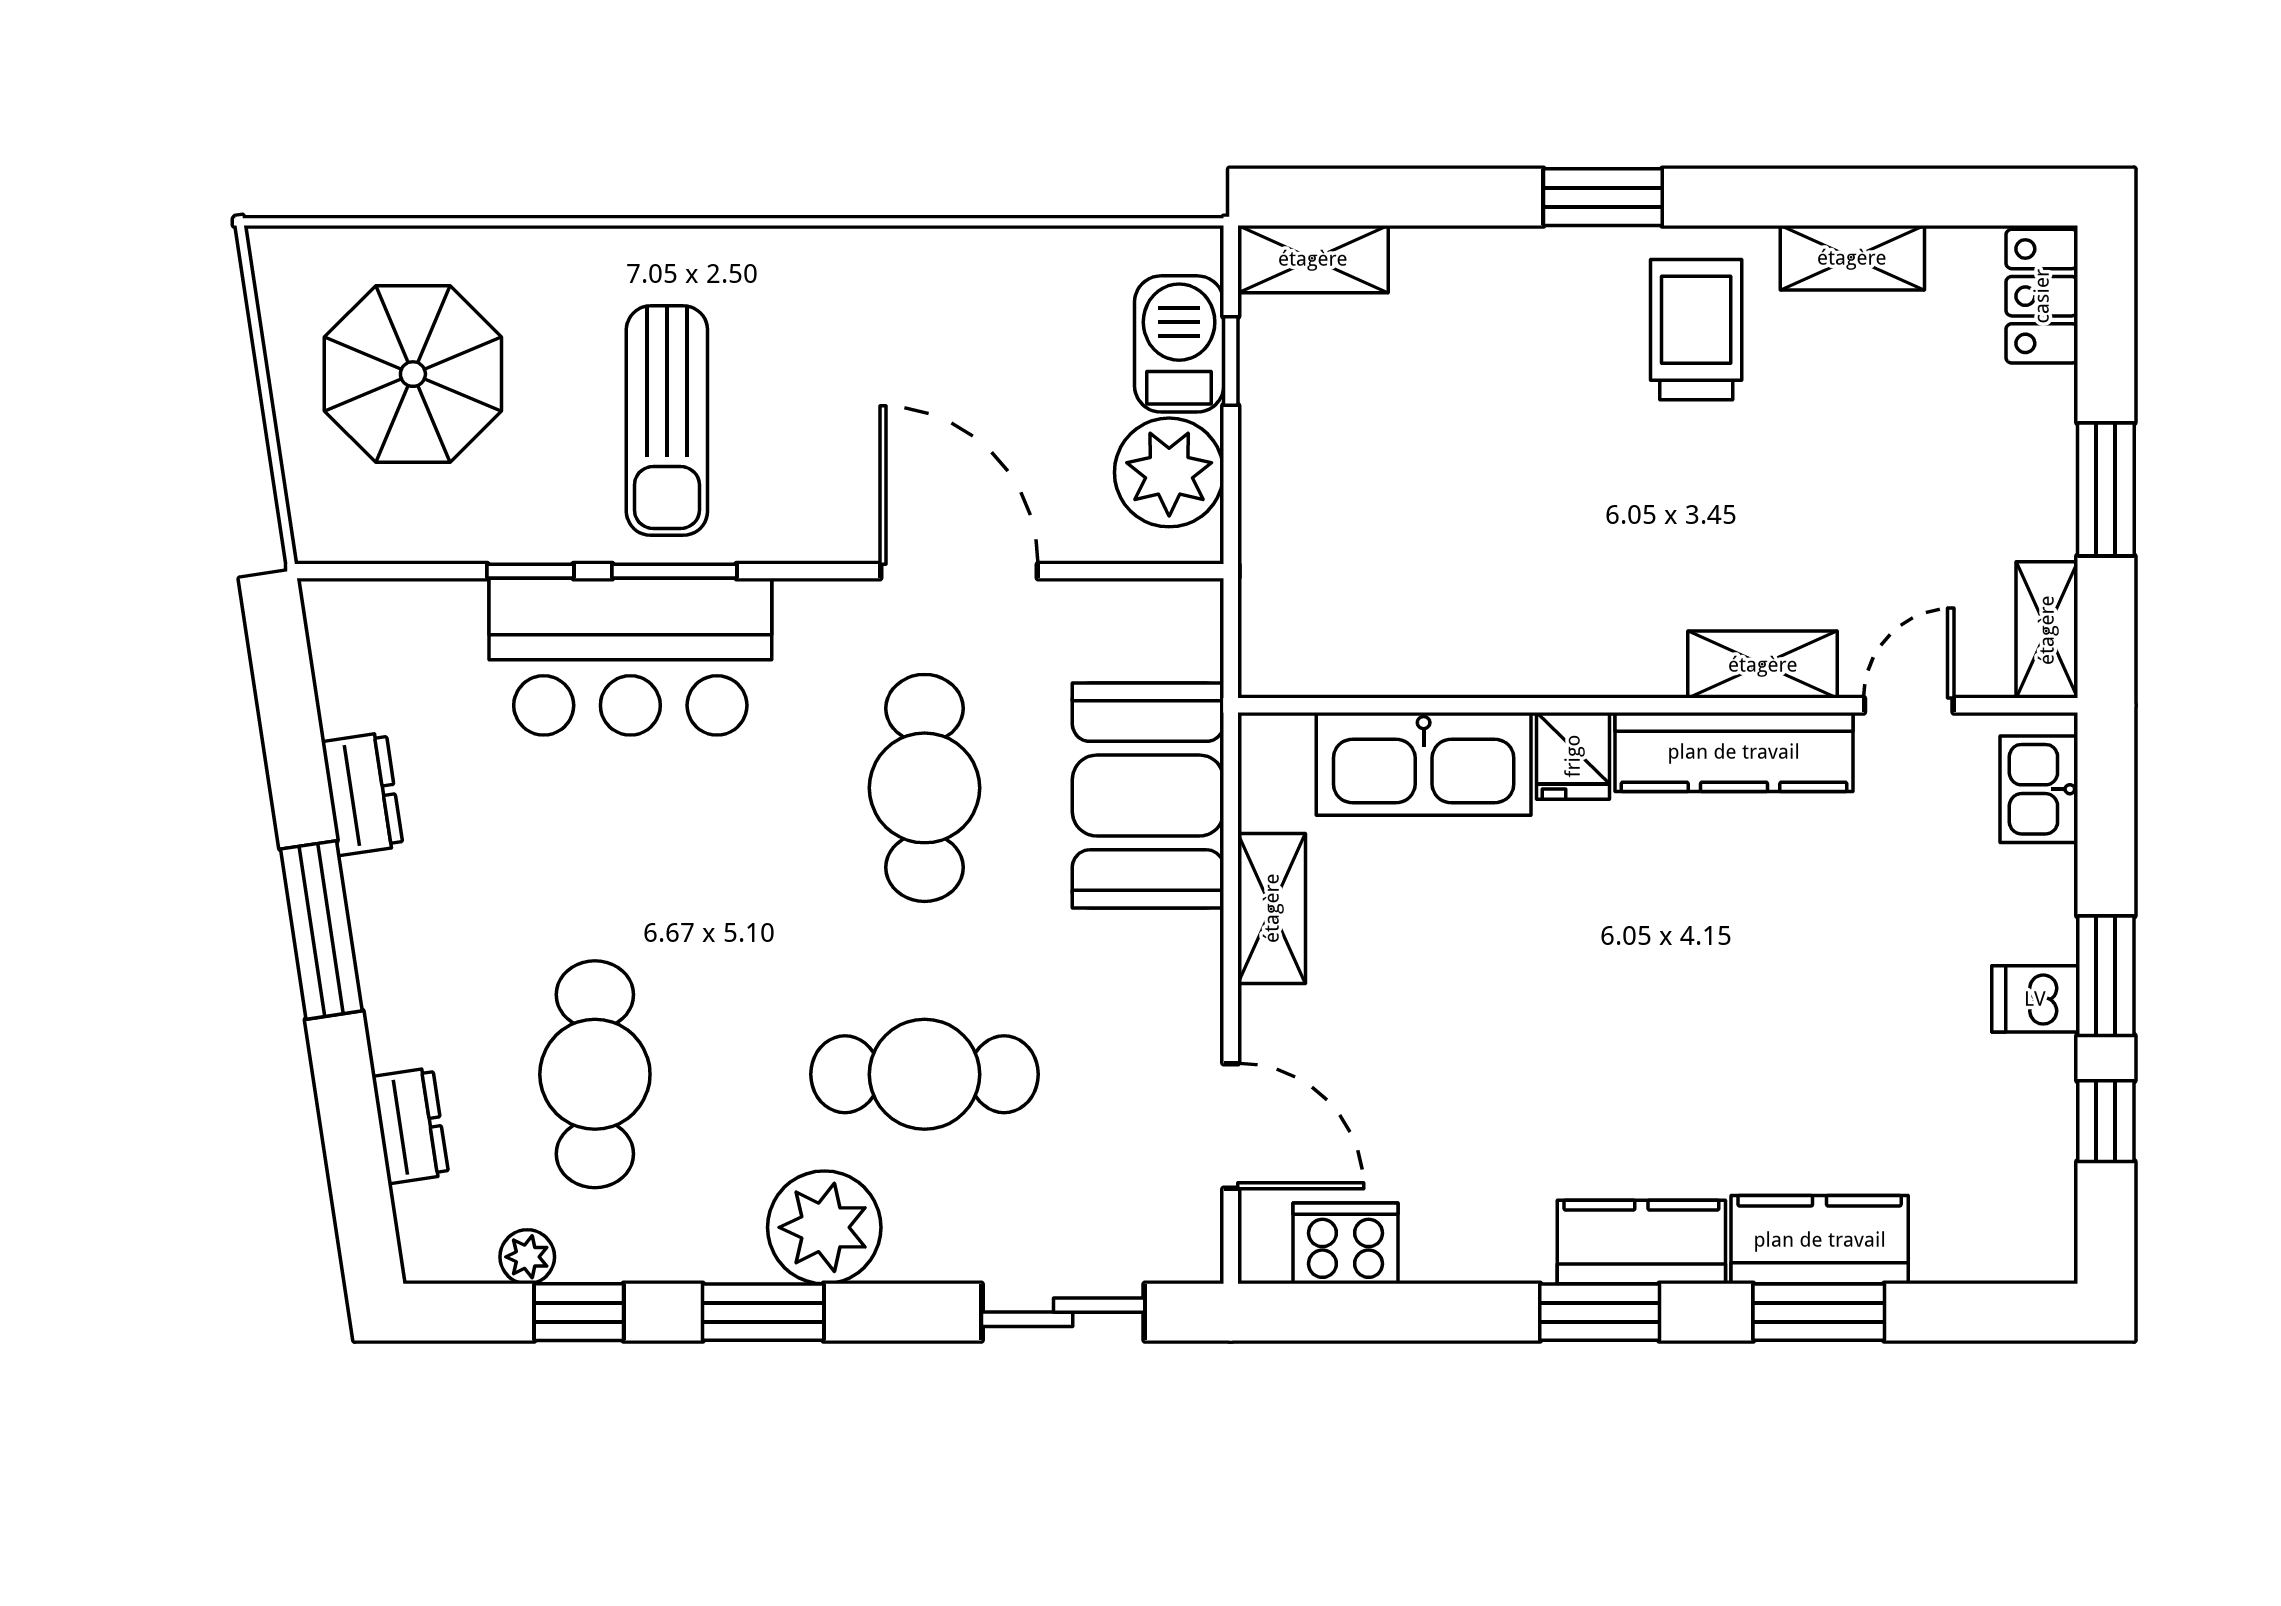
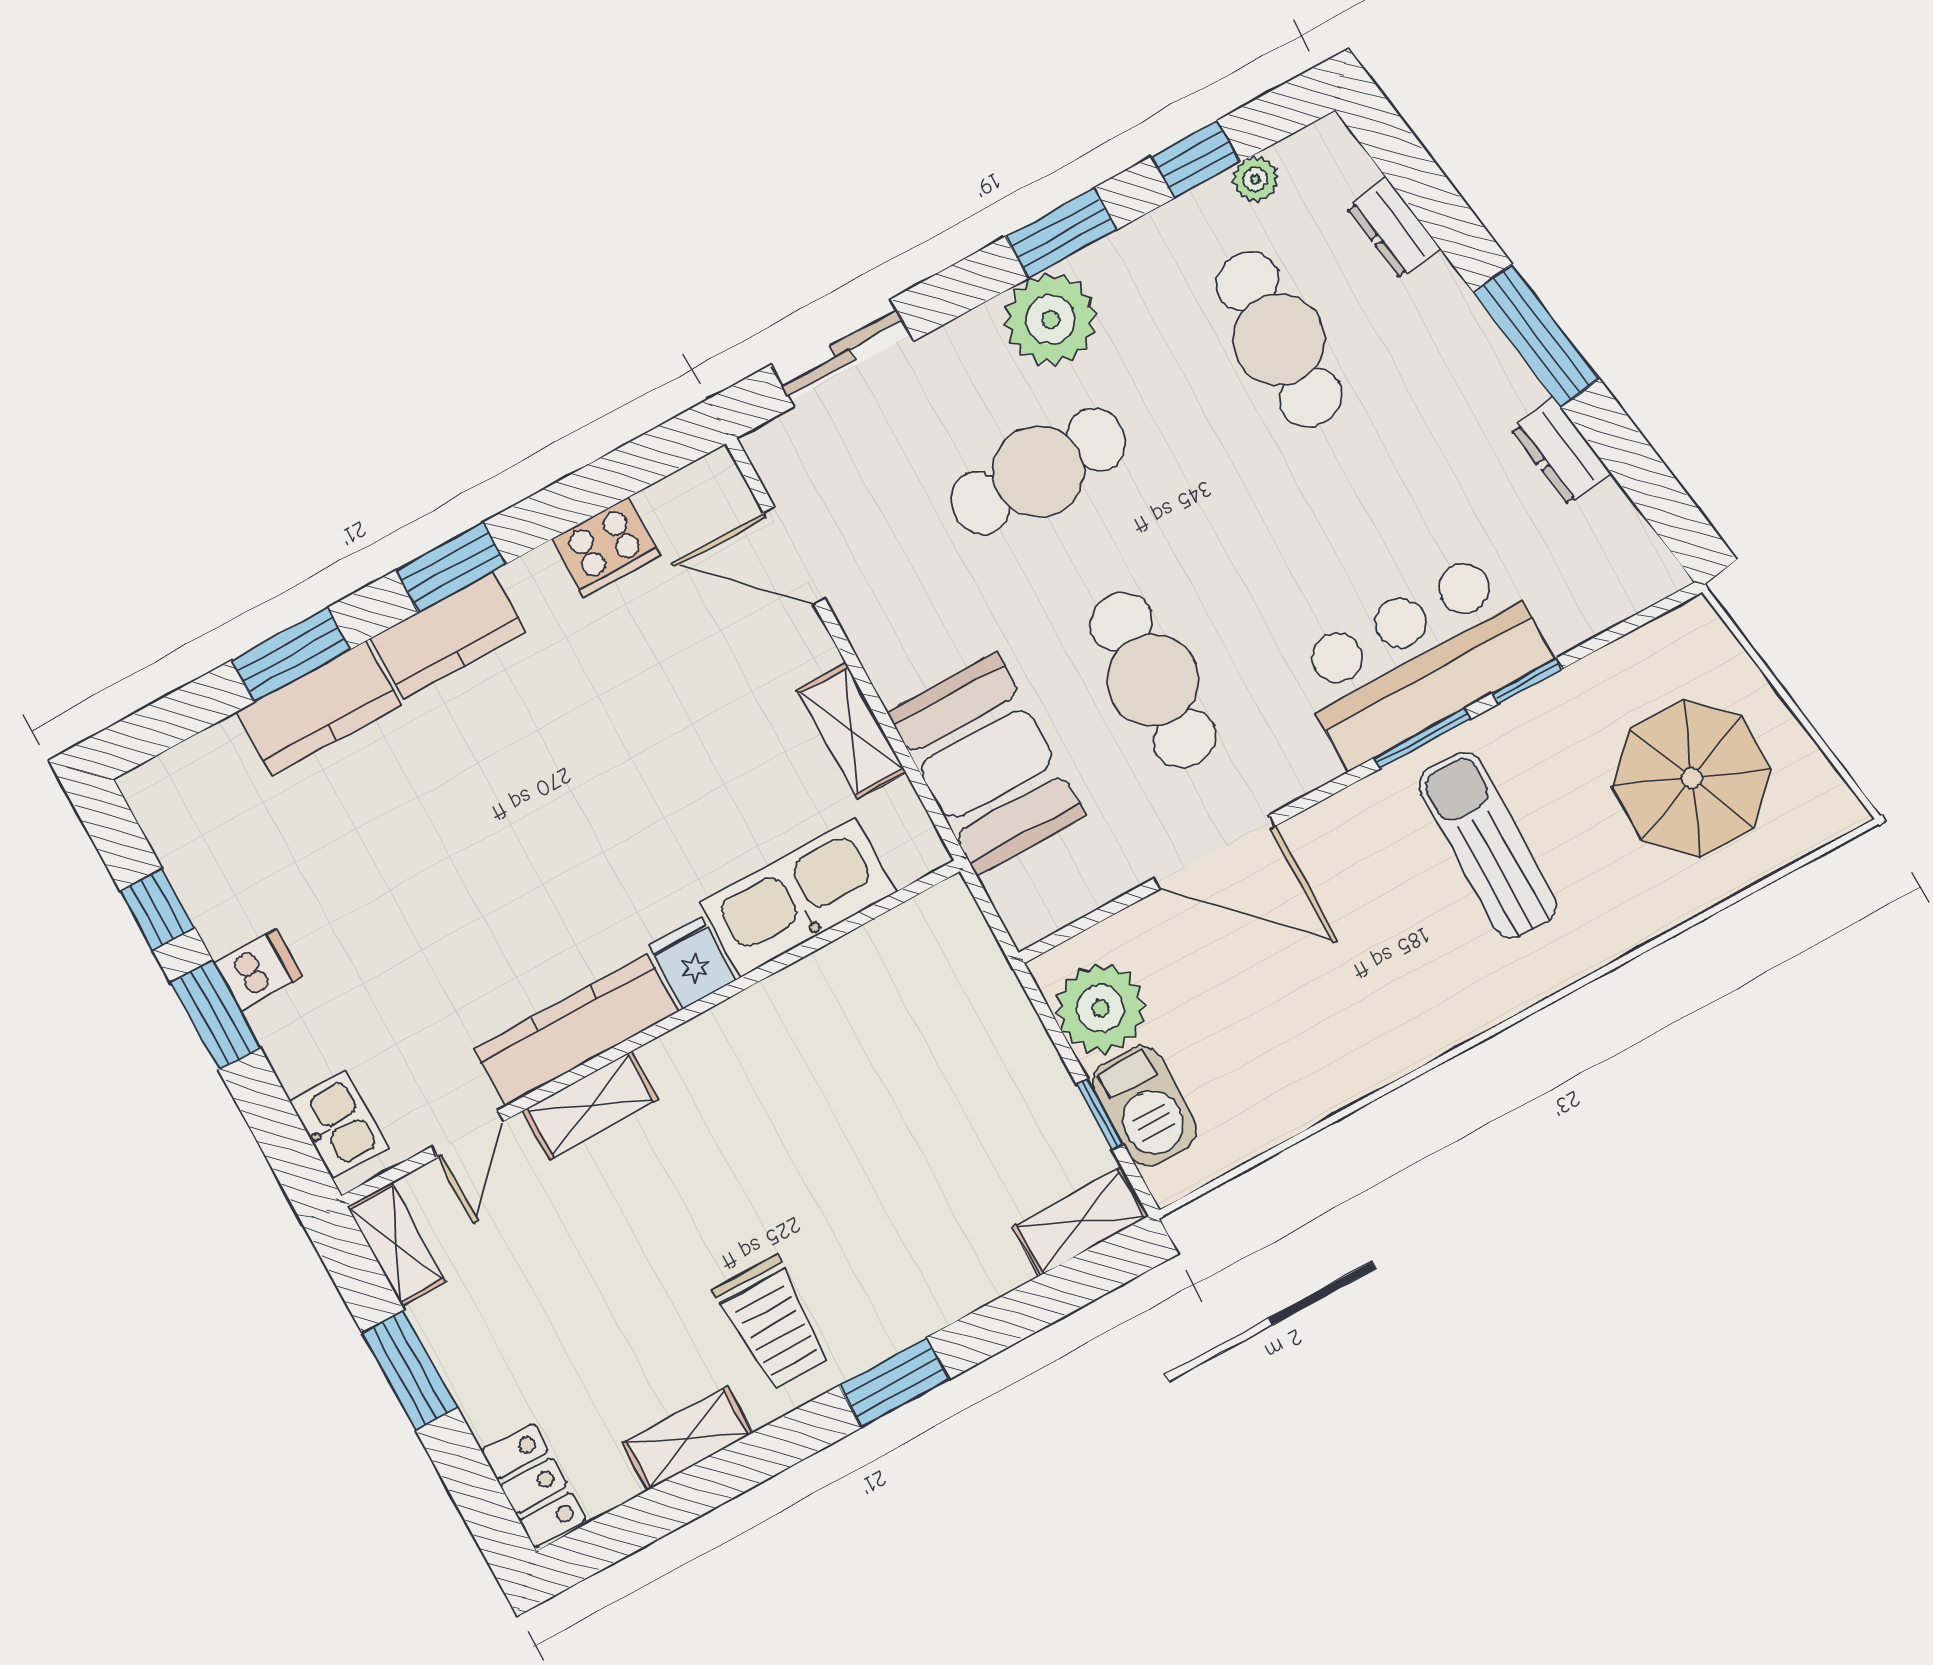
cooker: (1346, 1243) -> (606, 547), moved

